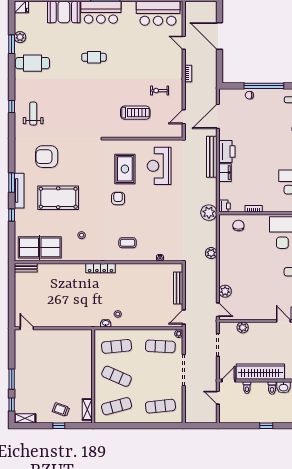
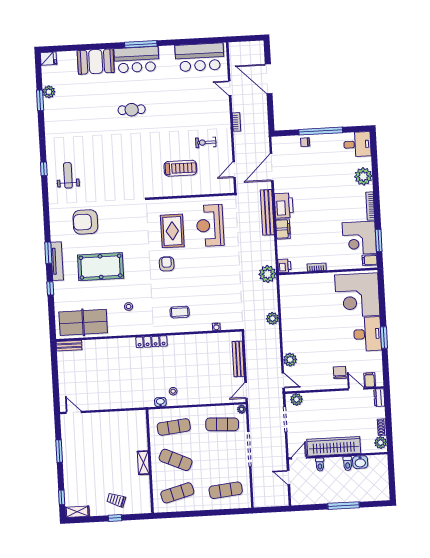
cafe table: (32, 63) -> (64, 120), removed
chair: (238, 225) -> (340, 373), moved
plant: (243, 327) -> (296, 399), moved
window: (12, 379) -> (59, 451), moved
shelving: (87, 410) -> (143, 463), moved
window: (266, 426) -> (344, 506), width x2.17

